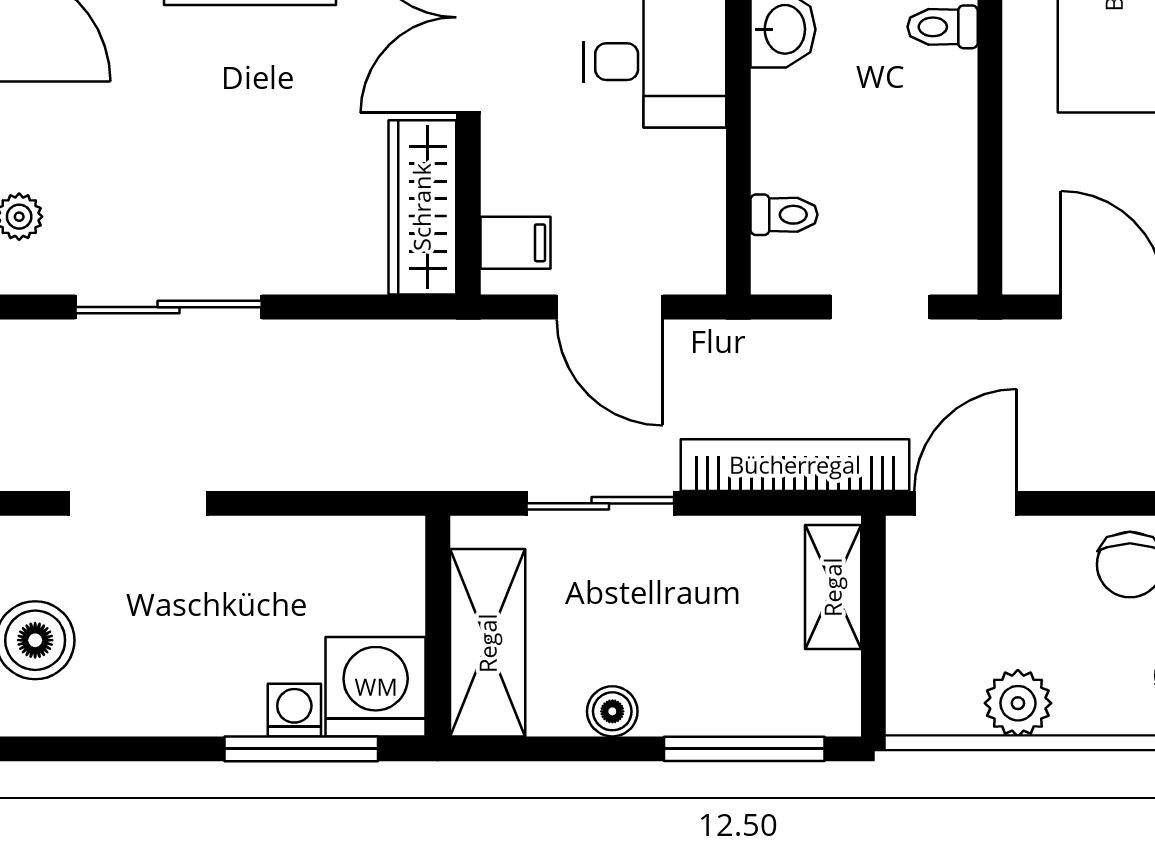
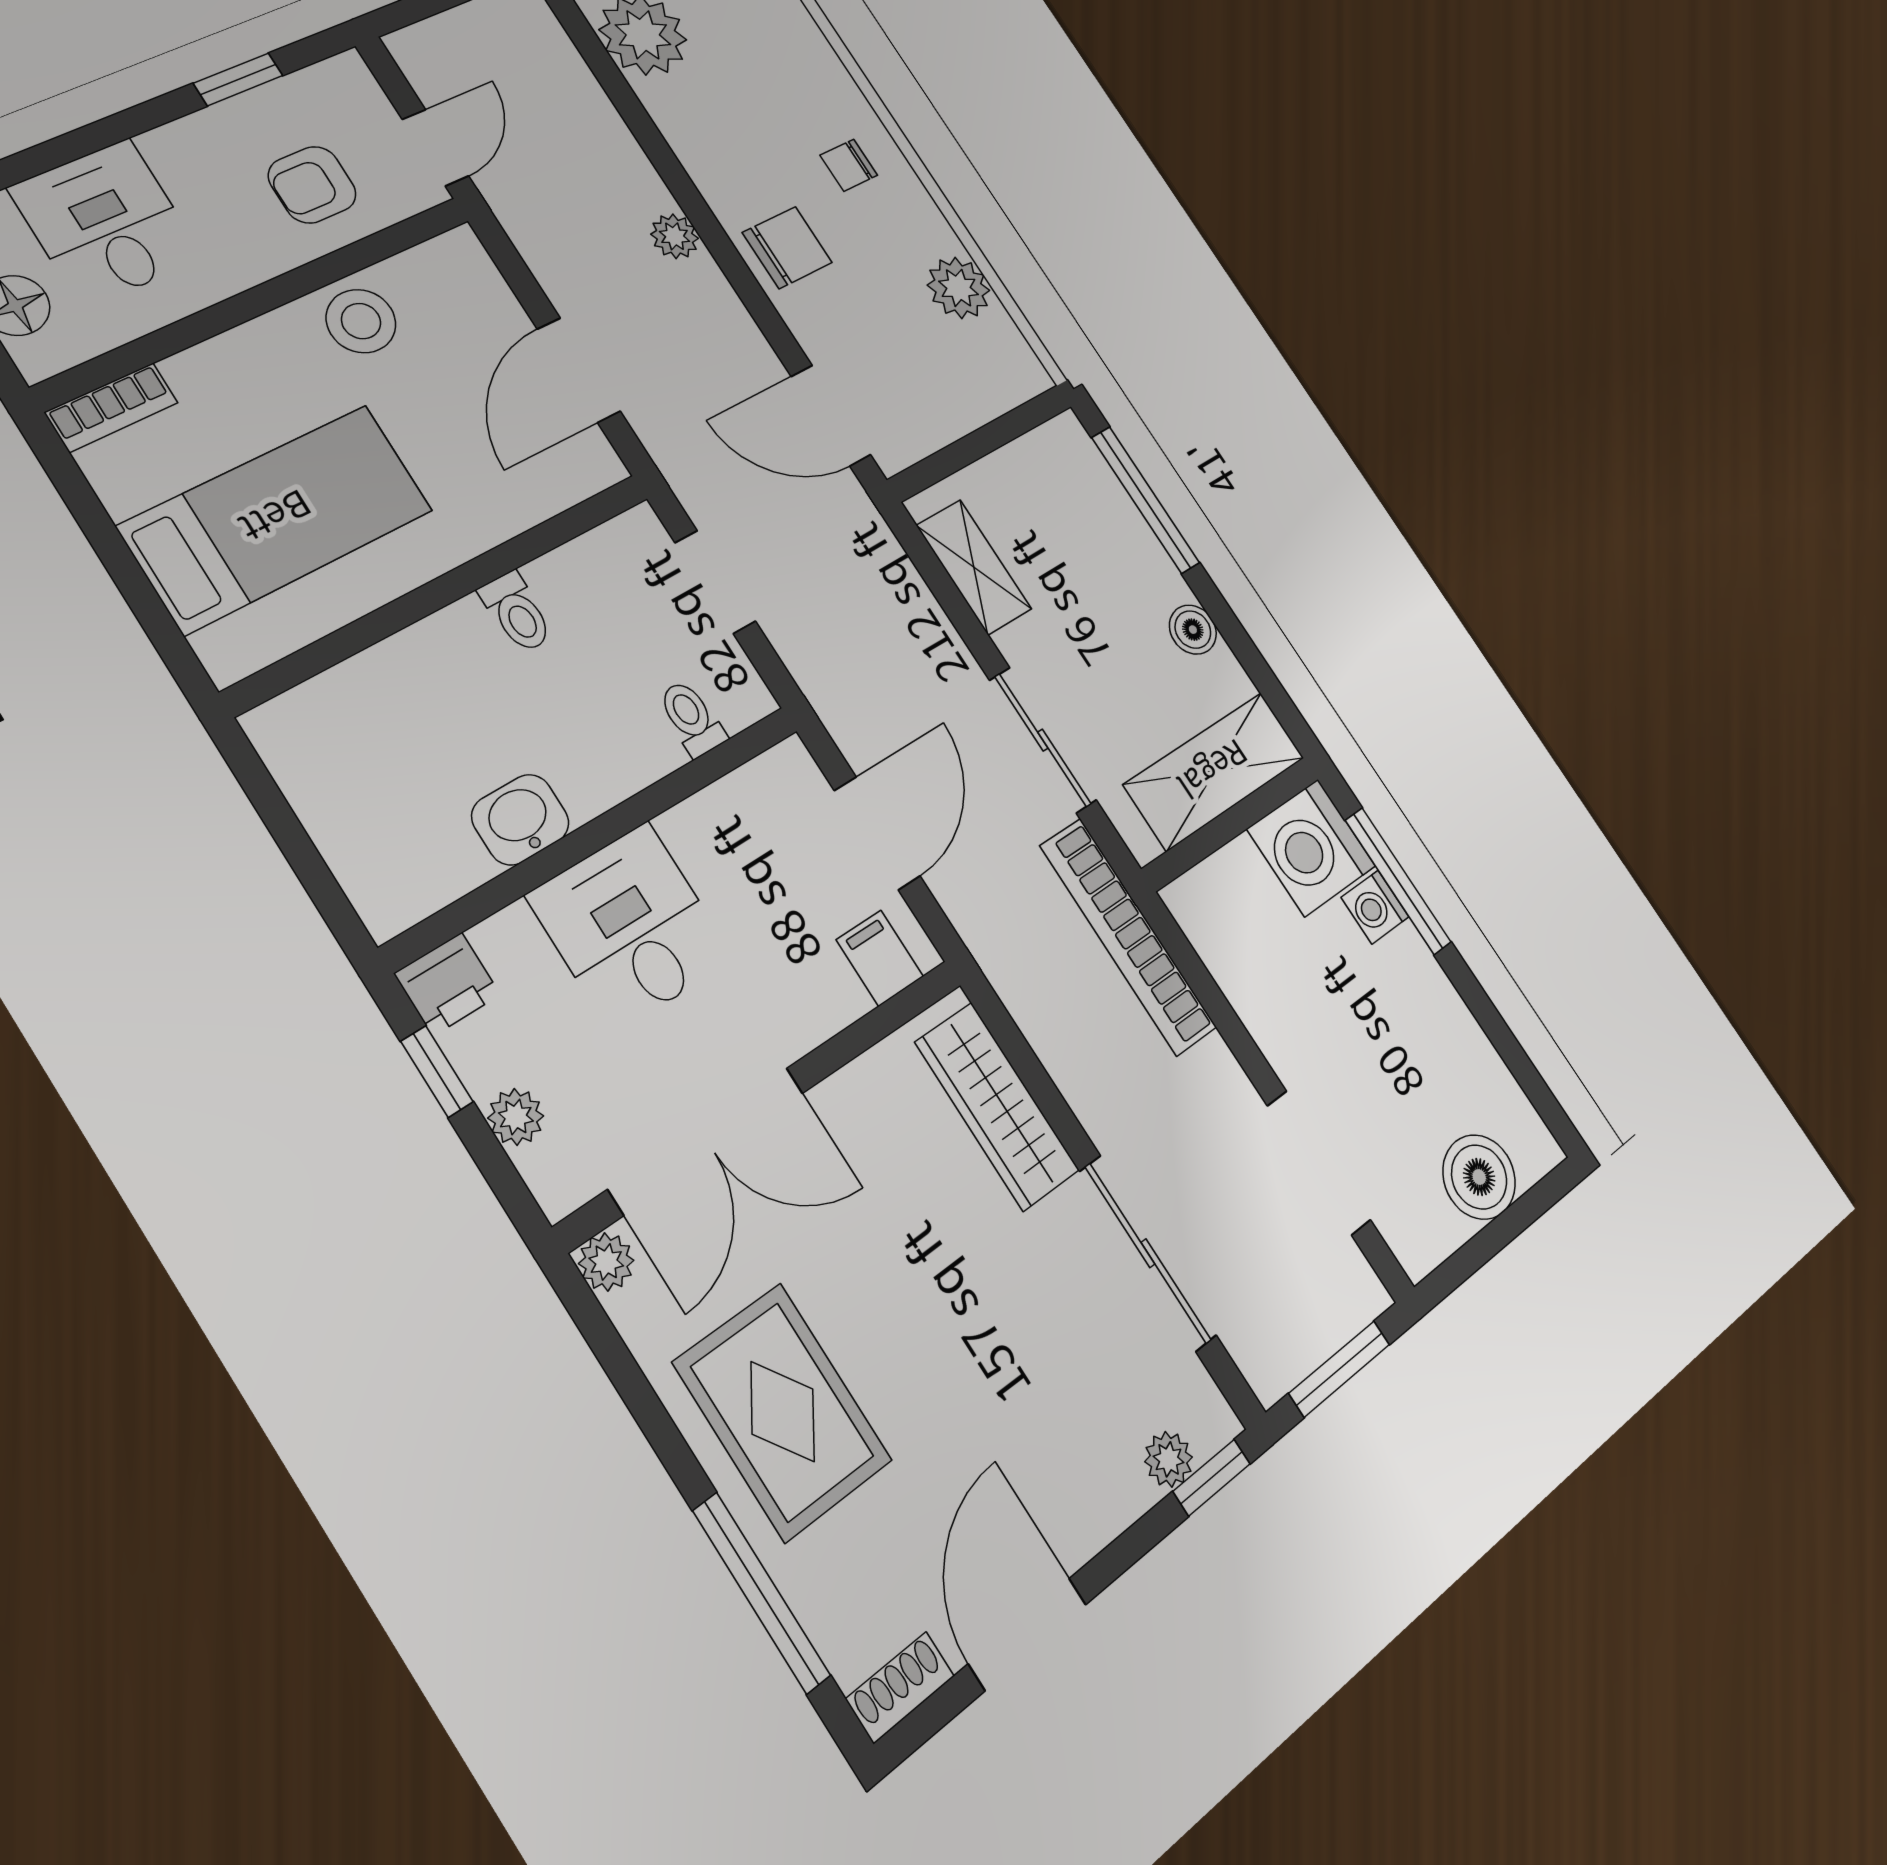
toilet: (943, 27) -> (517, 612), moved
wardrobe: (422, 207) -> (997, 1106), moved, turned 90
bookcase: (795, 465) -> (1128, 937), moved
shelving: (833, 587) -> (974, 567), moved, turned 90

